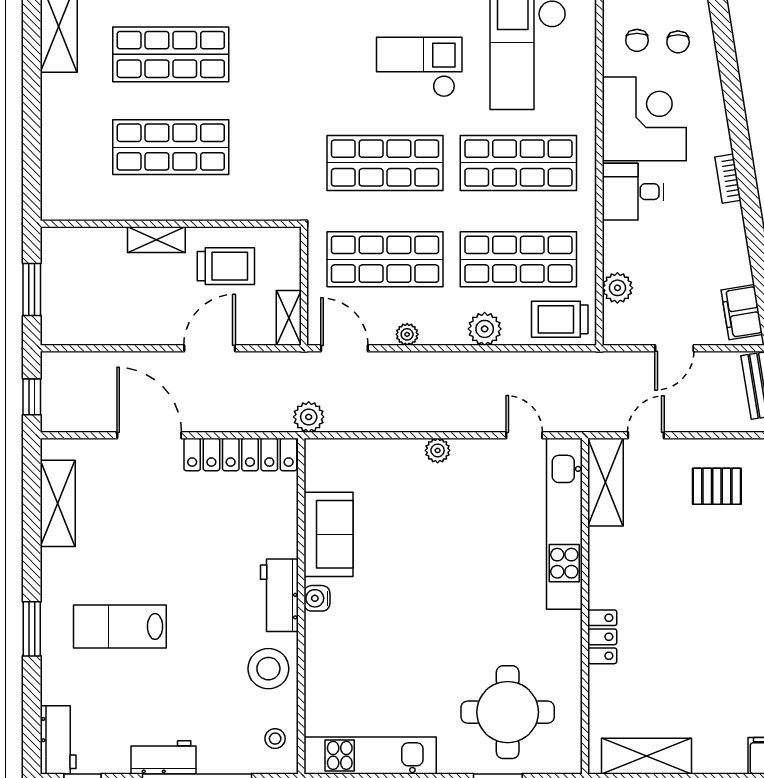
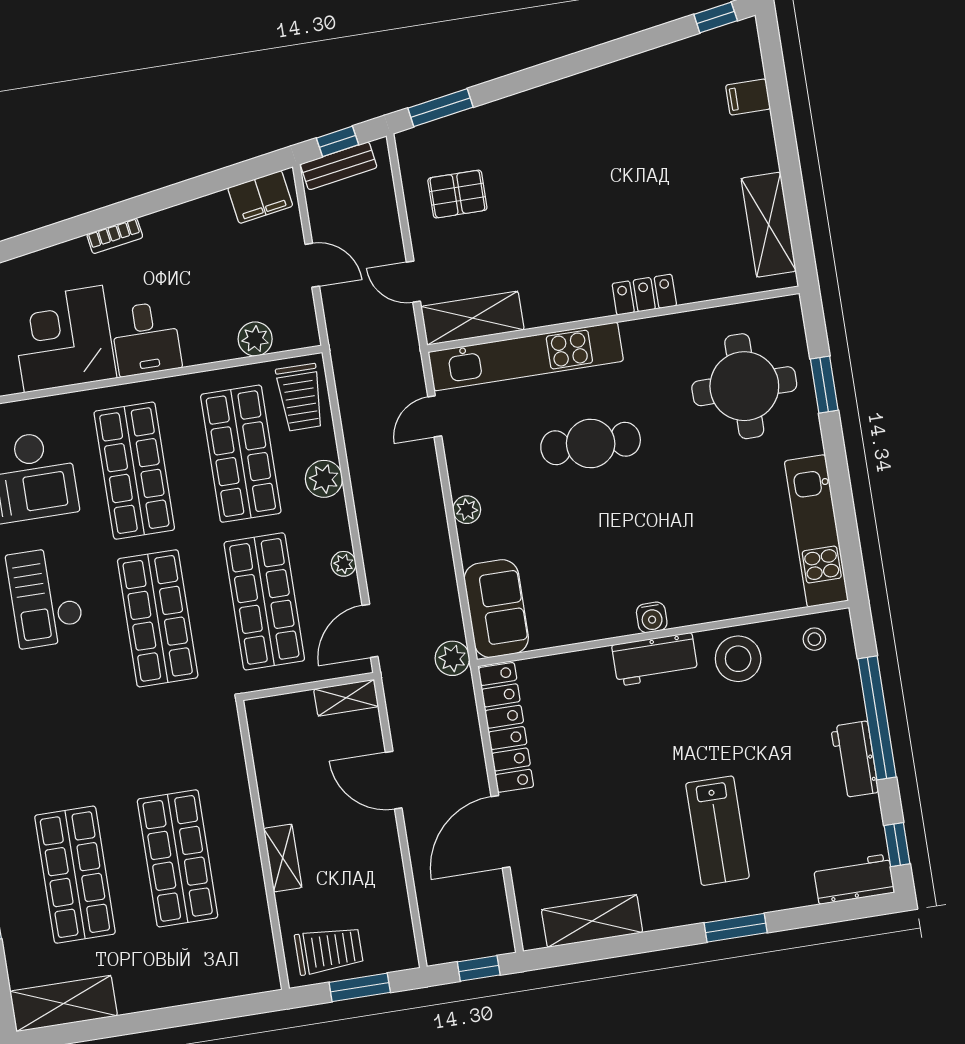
trolley: (226, 266) -> (329, 950), moved, turned 90
pallet: (717, 486) -> (457, 194), turned 90
sofa: (328, 534) -> (496, 609), moved, turned 90
cafe table: (479, 569) -> (591, 444), added

